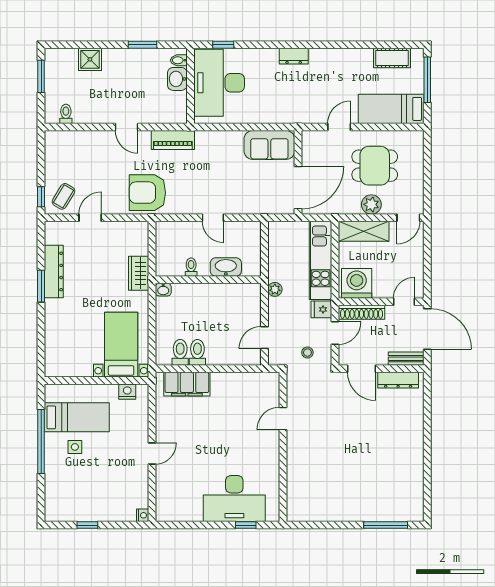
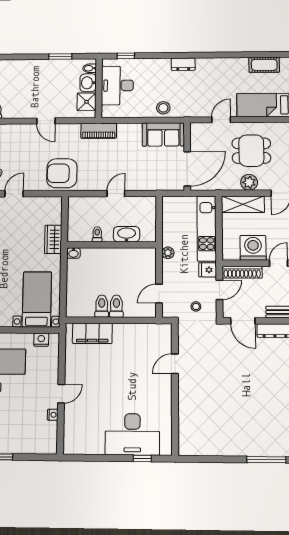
shower: (90, 59) -> (87, 102), moved
desk: (219, 83) -> (117, 85), width x0.73, depth x0.77
stool: (269, 111) -> (163, 108), added
piano: (173, 140) -> (99, 131), moved
door: (213, 218) -> (116, 194), swing flipped
washing machine: (357, 283) -> (253, 248), moved
toilet: (180, 352) -> (116, 306), moved
nightstand: (143, 515) -> (53, 415), moved

